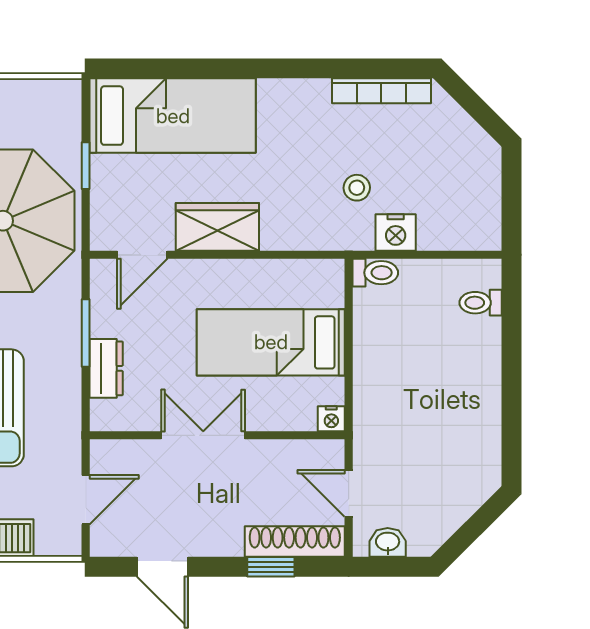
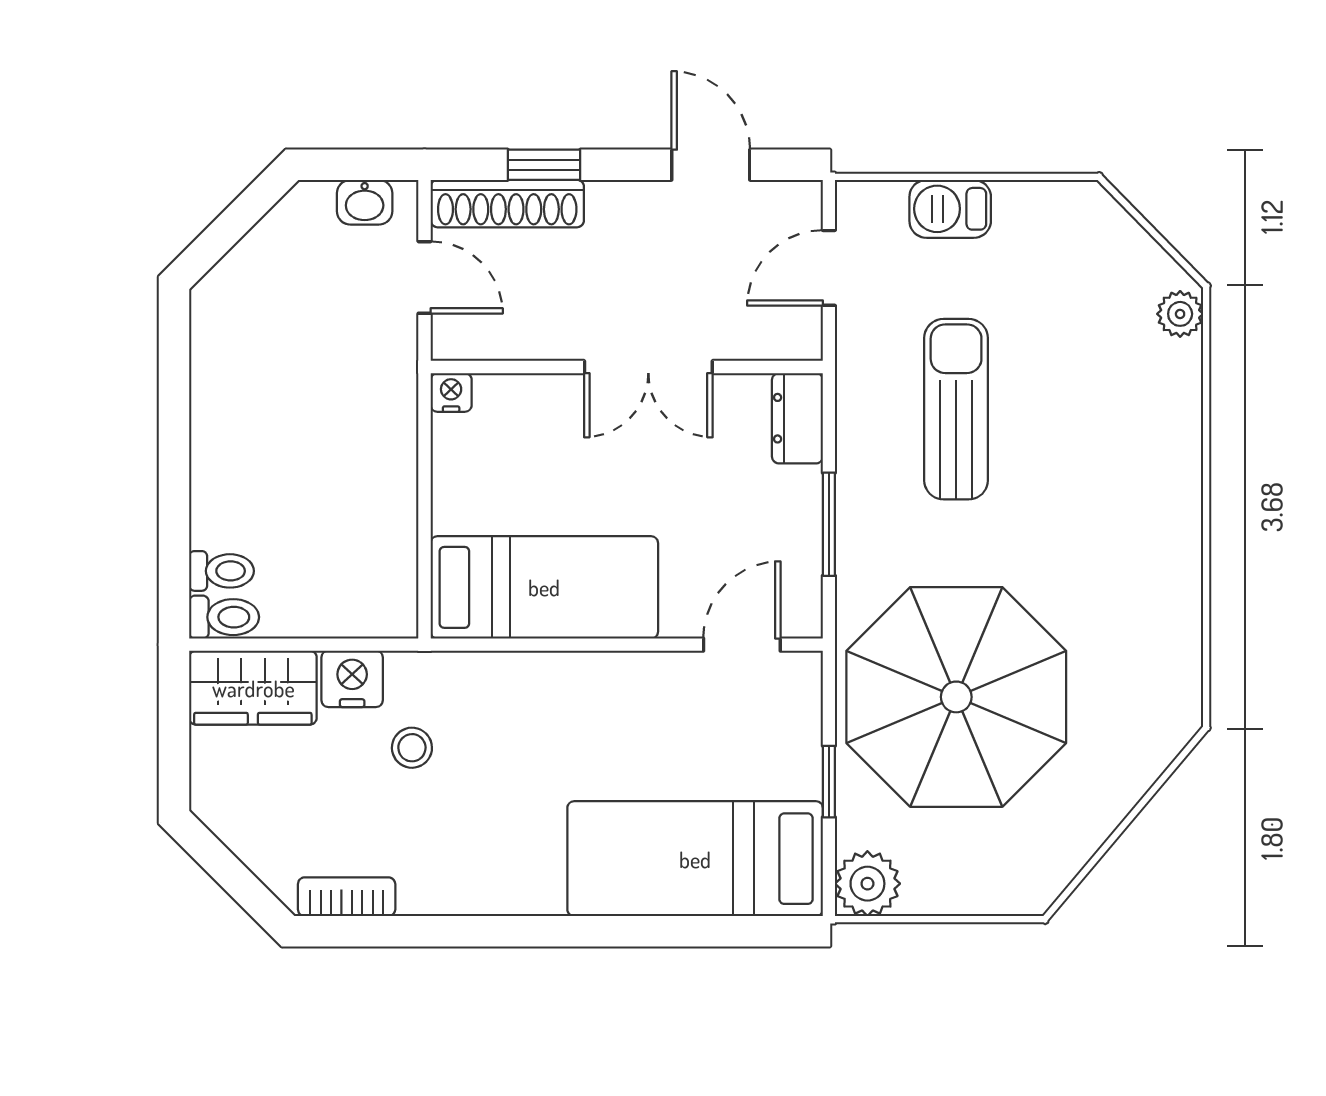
bookcase: (381, 91) -> (347, 897), width x0.64
plant: (61, 99) -> (867, 884), added
wardrobe: (217, 227) -> (253, 688), moved
toilet: (375, 273) -> (224, 617), moved, turned 180
bed: (271, 342) -> (544, 587), moved
dresser: (106, 368) -> (797, 418), moved

